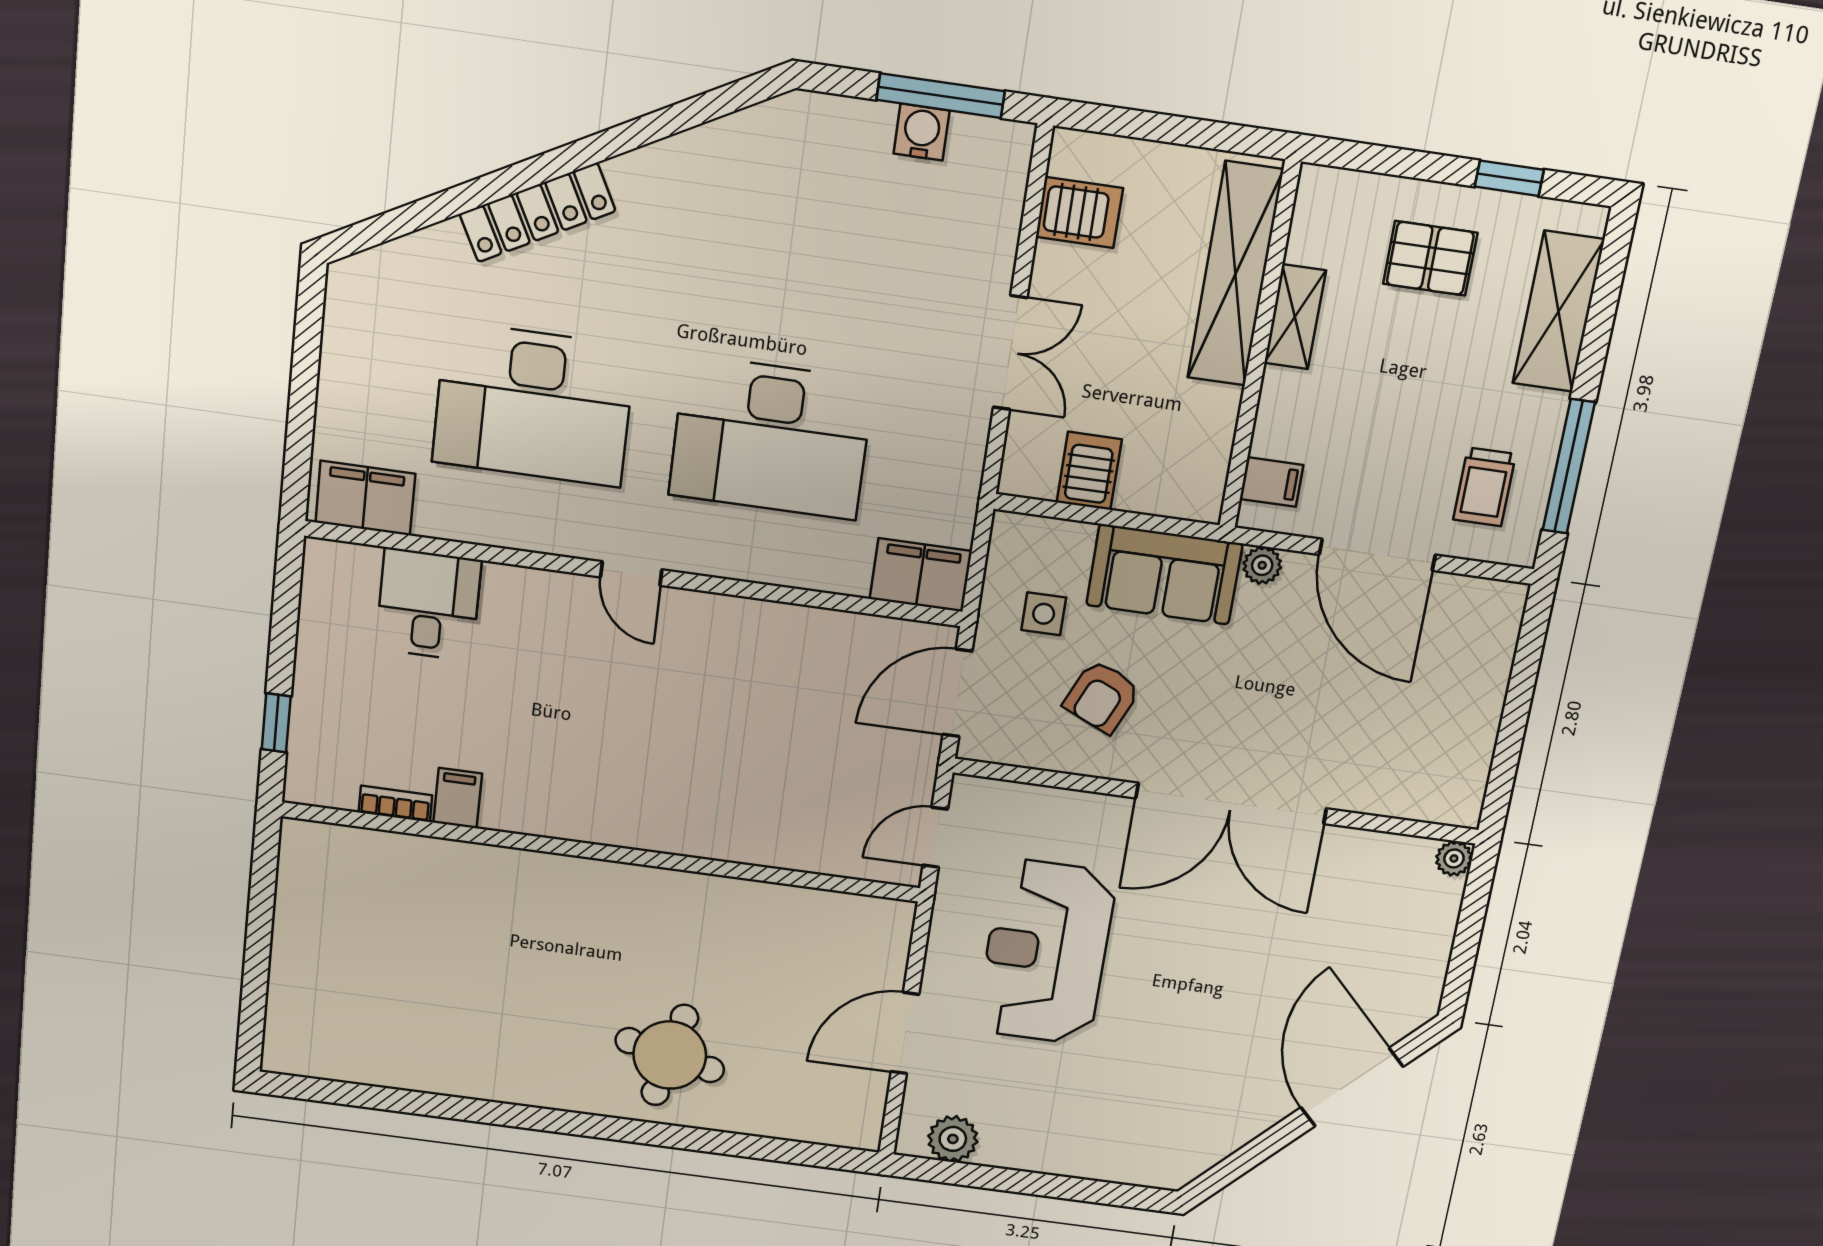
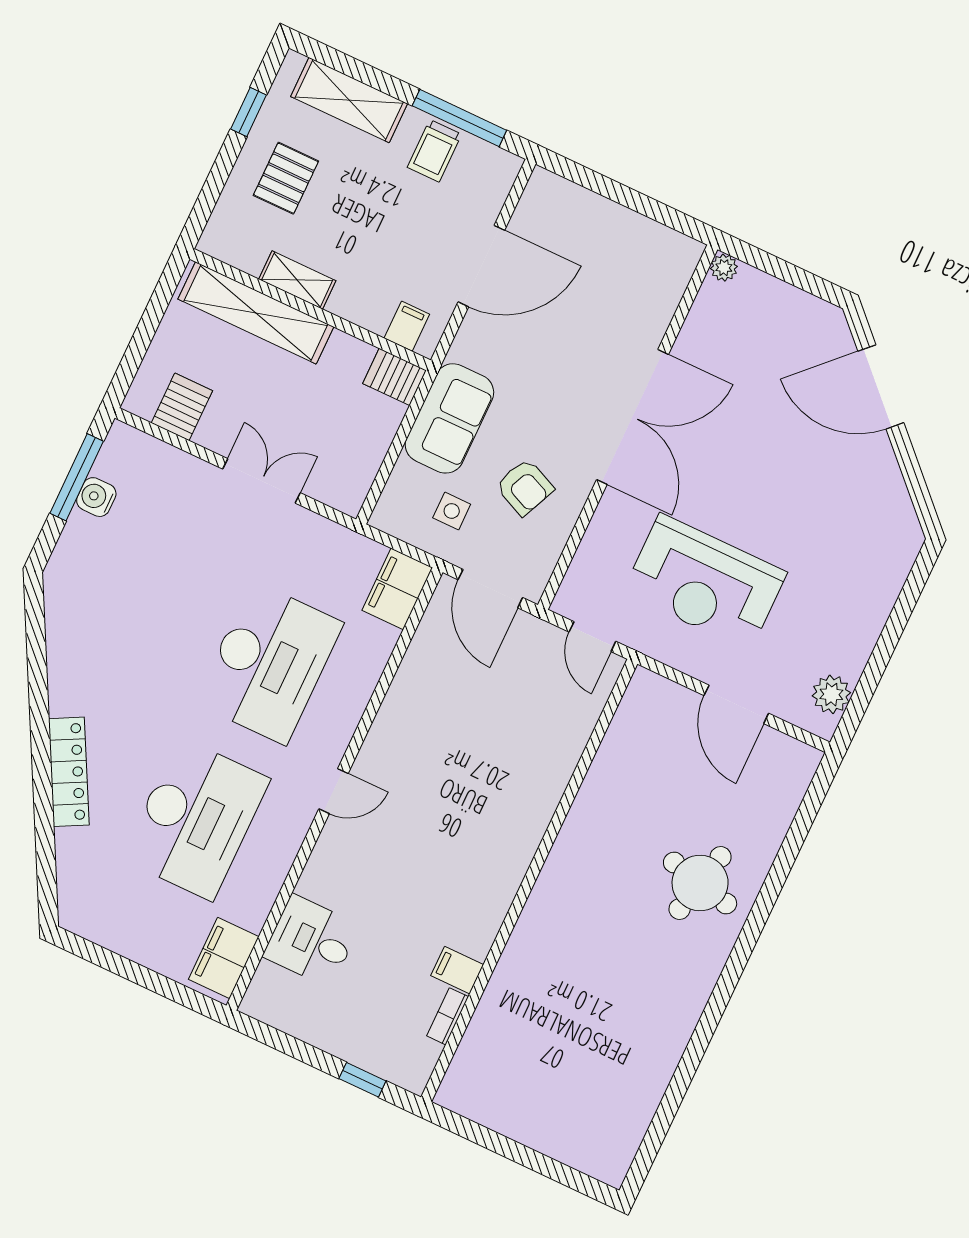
server rack: (1089, 471) -> (395, 377), moved
trolley: (1484, 487) -> (434, 151), moved, turned 90
plant: (1262, 565) -> (464, 348), removed

